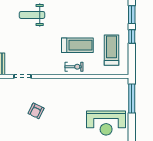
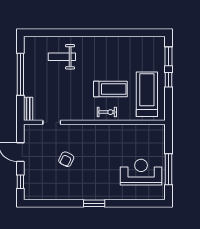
treadmill: (112, 50) -> (147, 94), width x1.37, depth x1.38
window: (132, 98) -> (169, 169), moved
reception desk: (106, 123) -> (141, 172), turned 180

